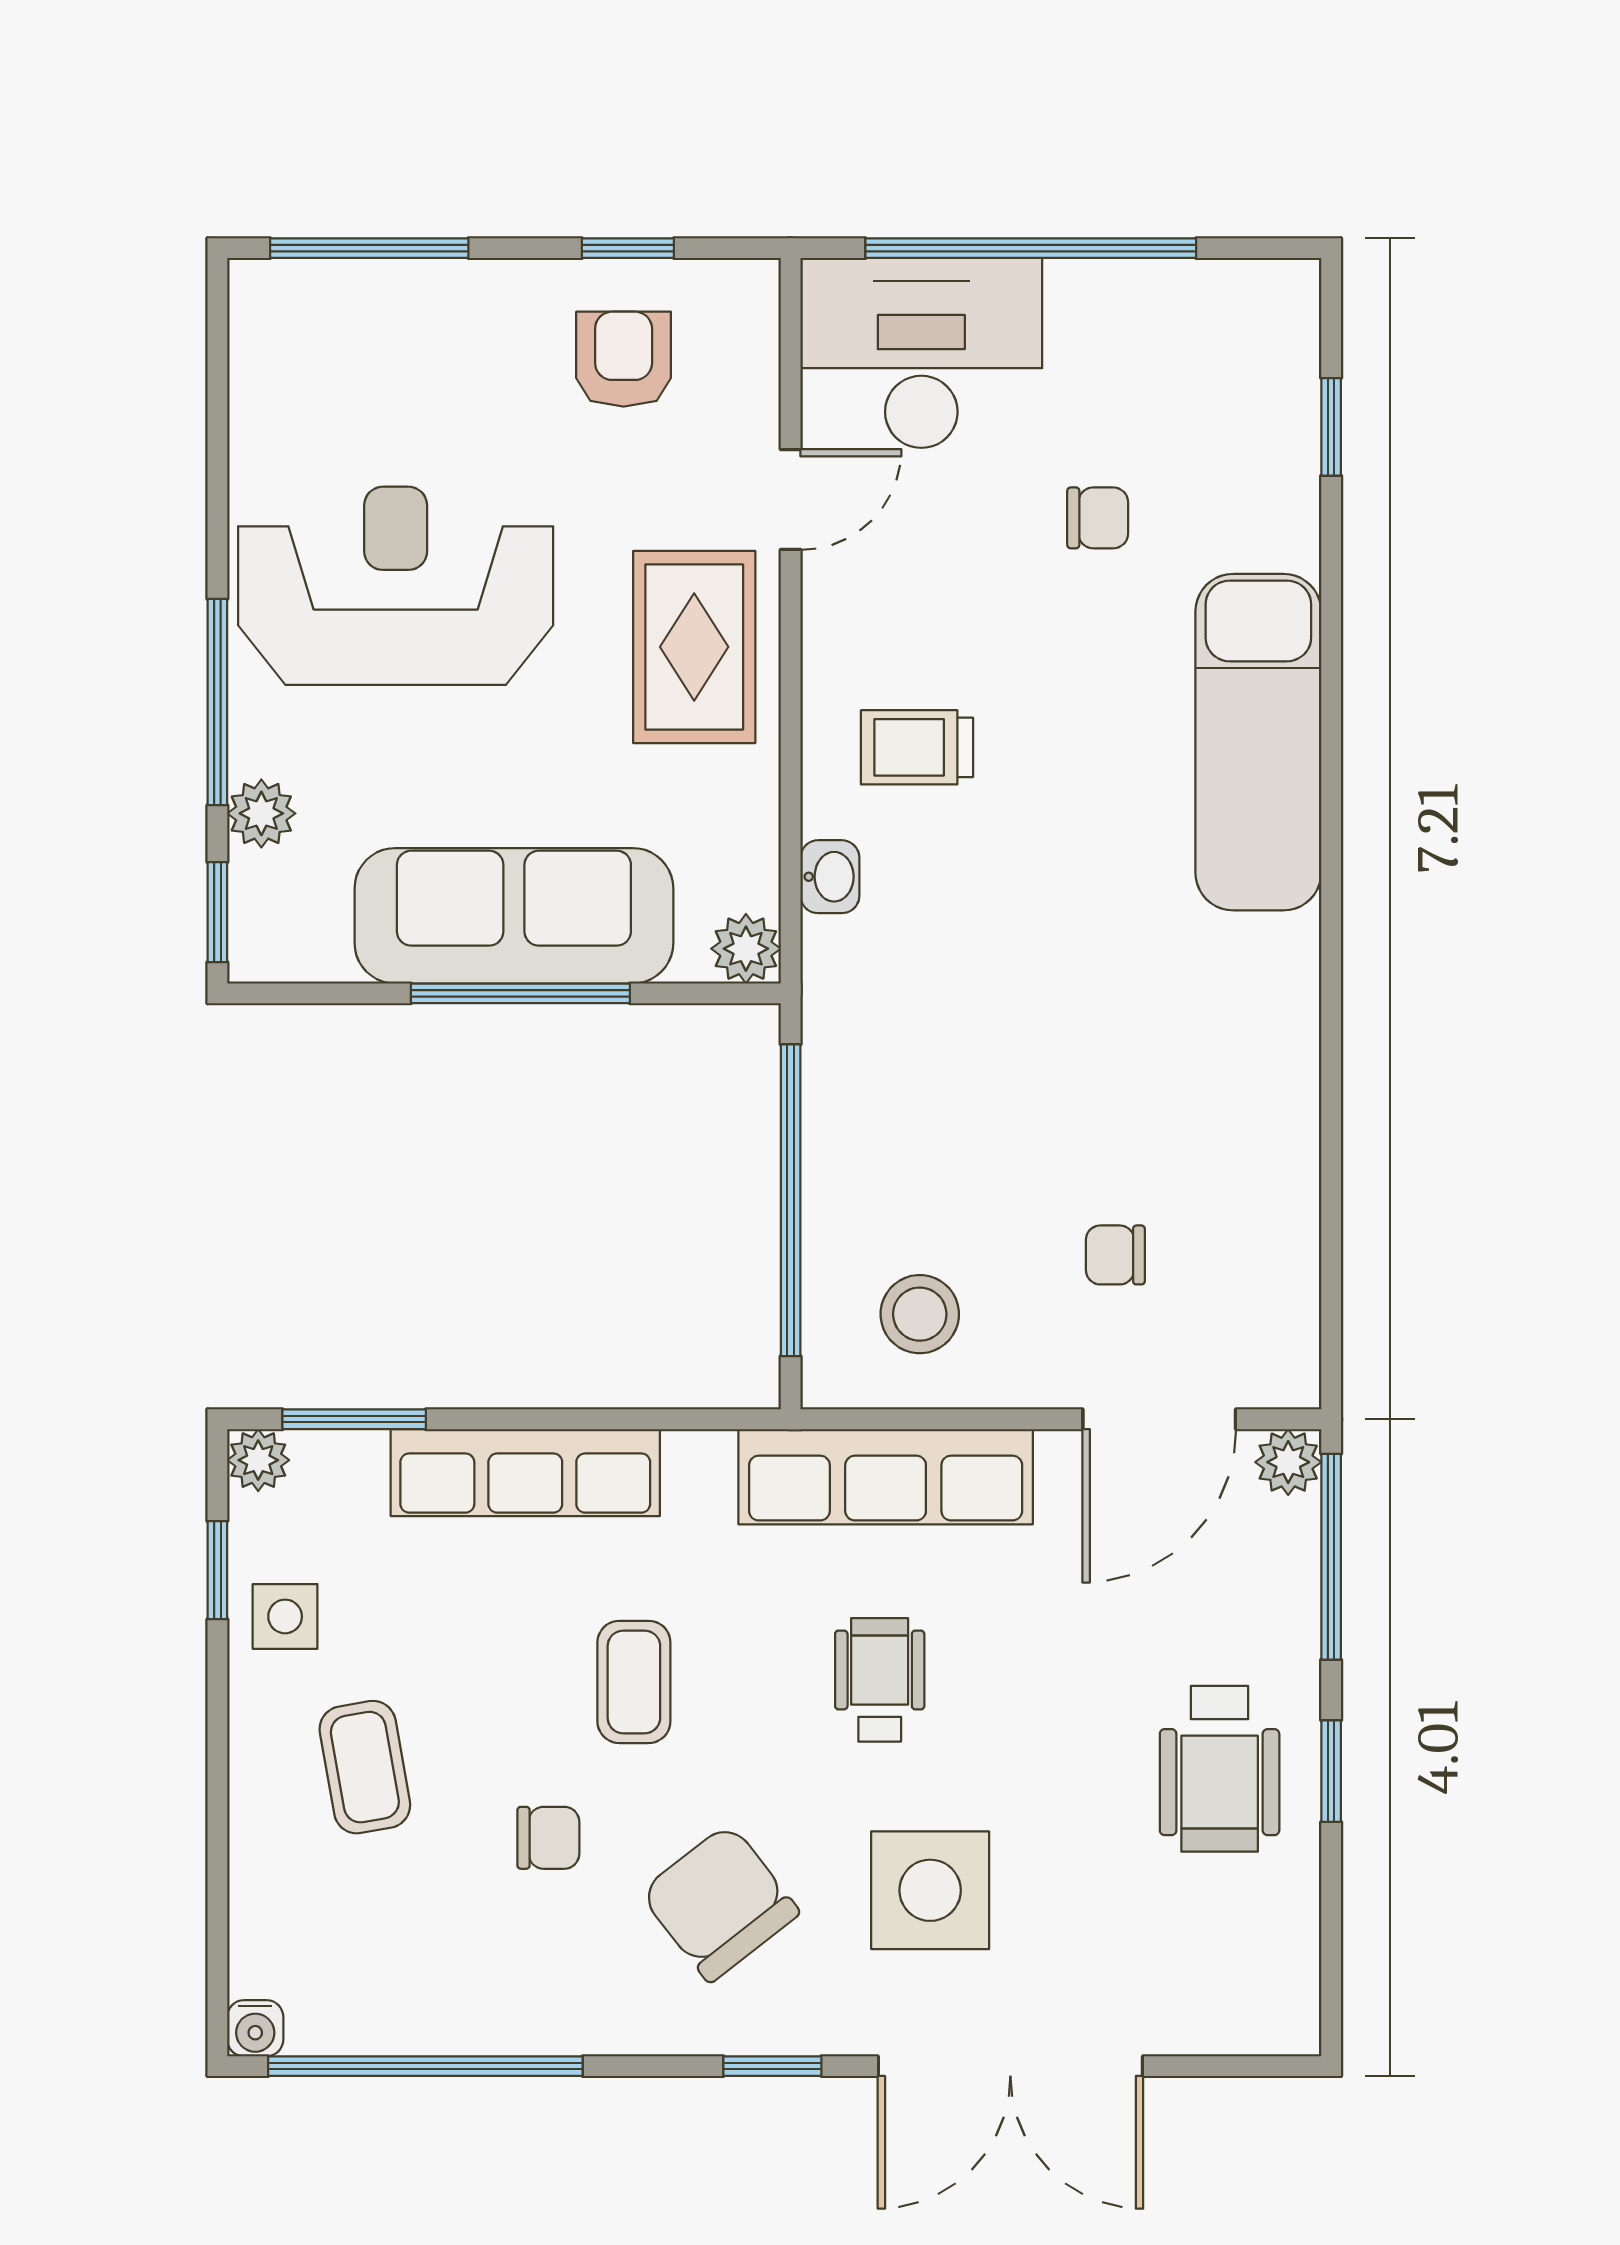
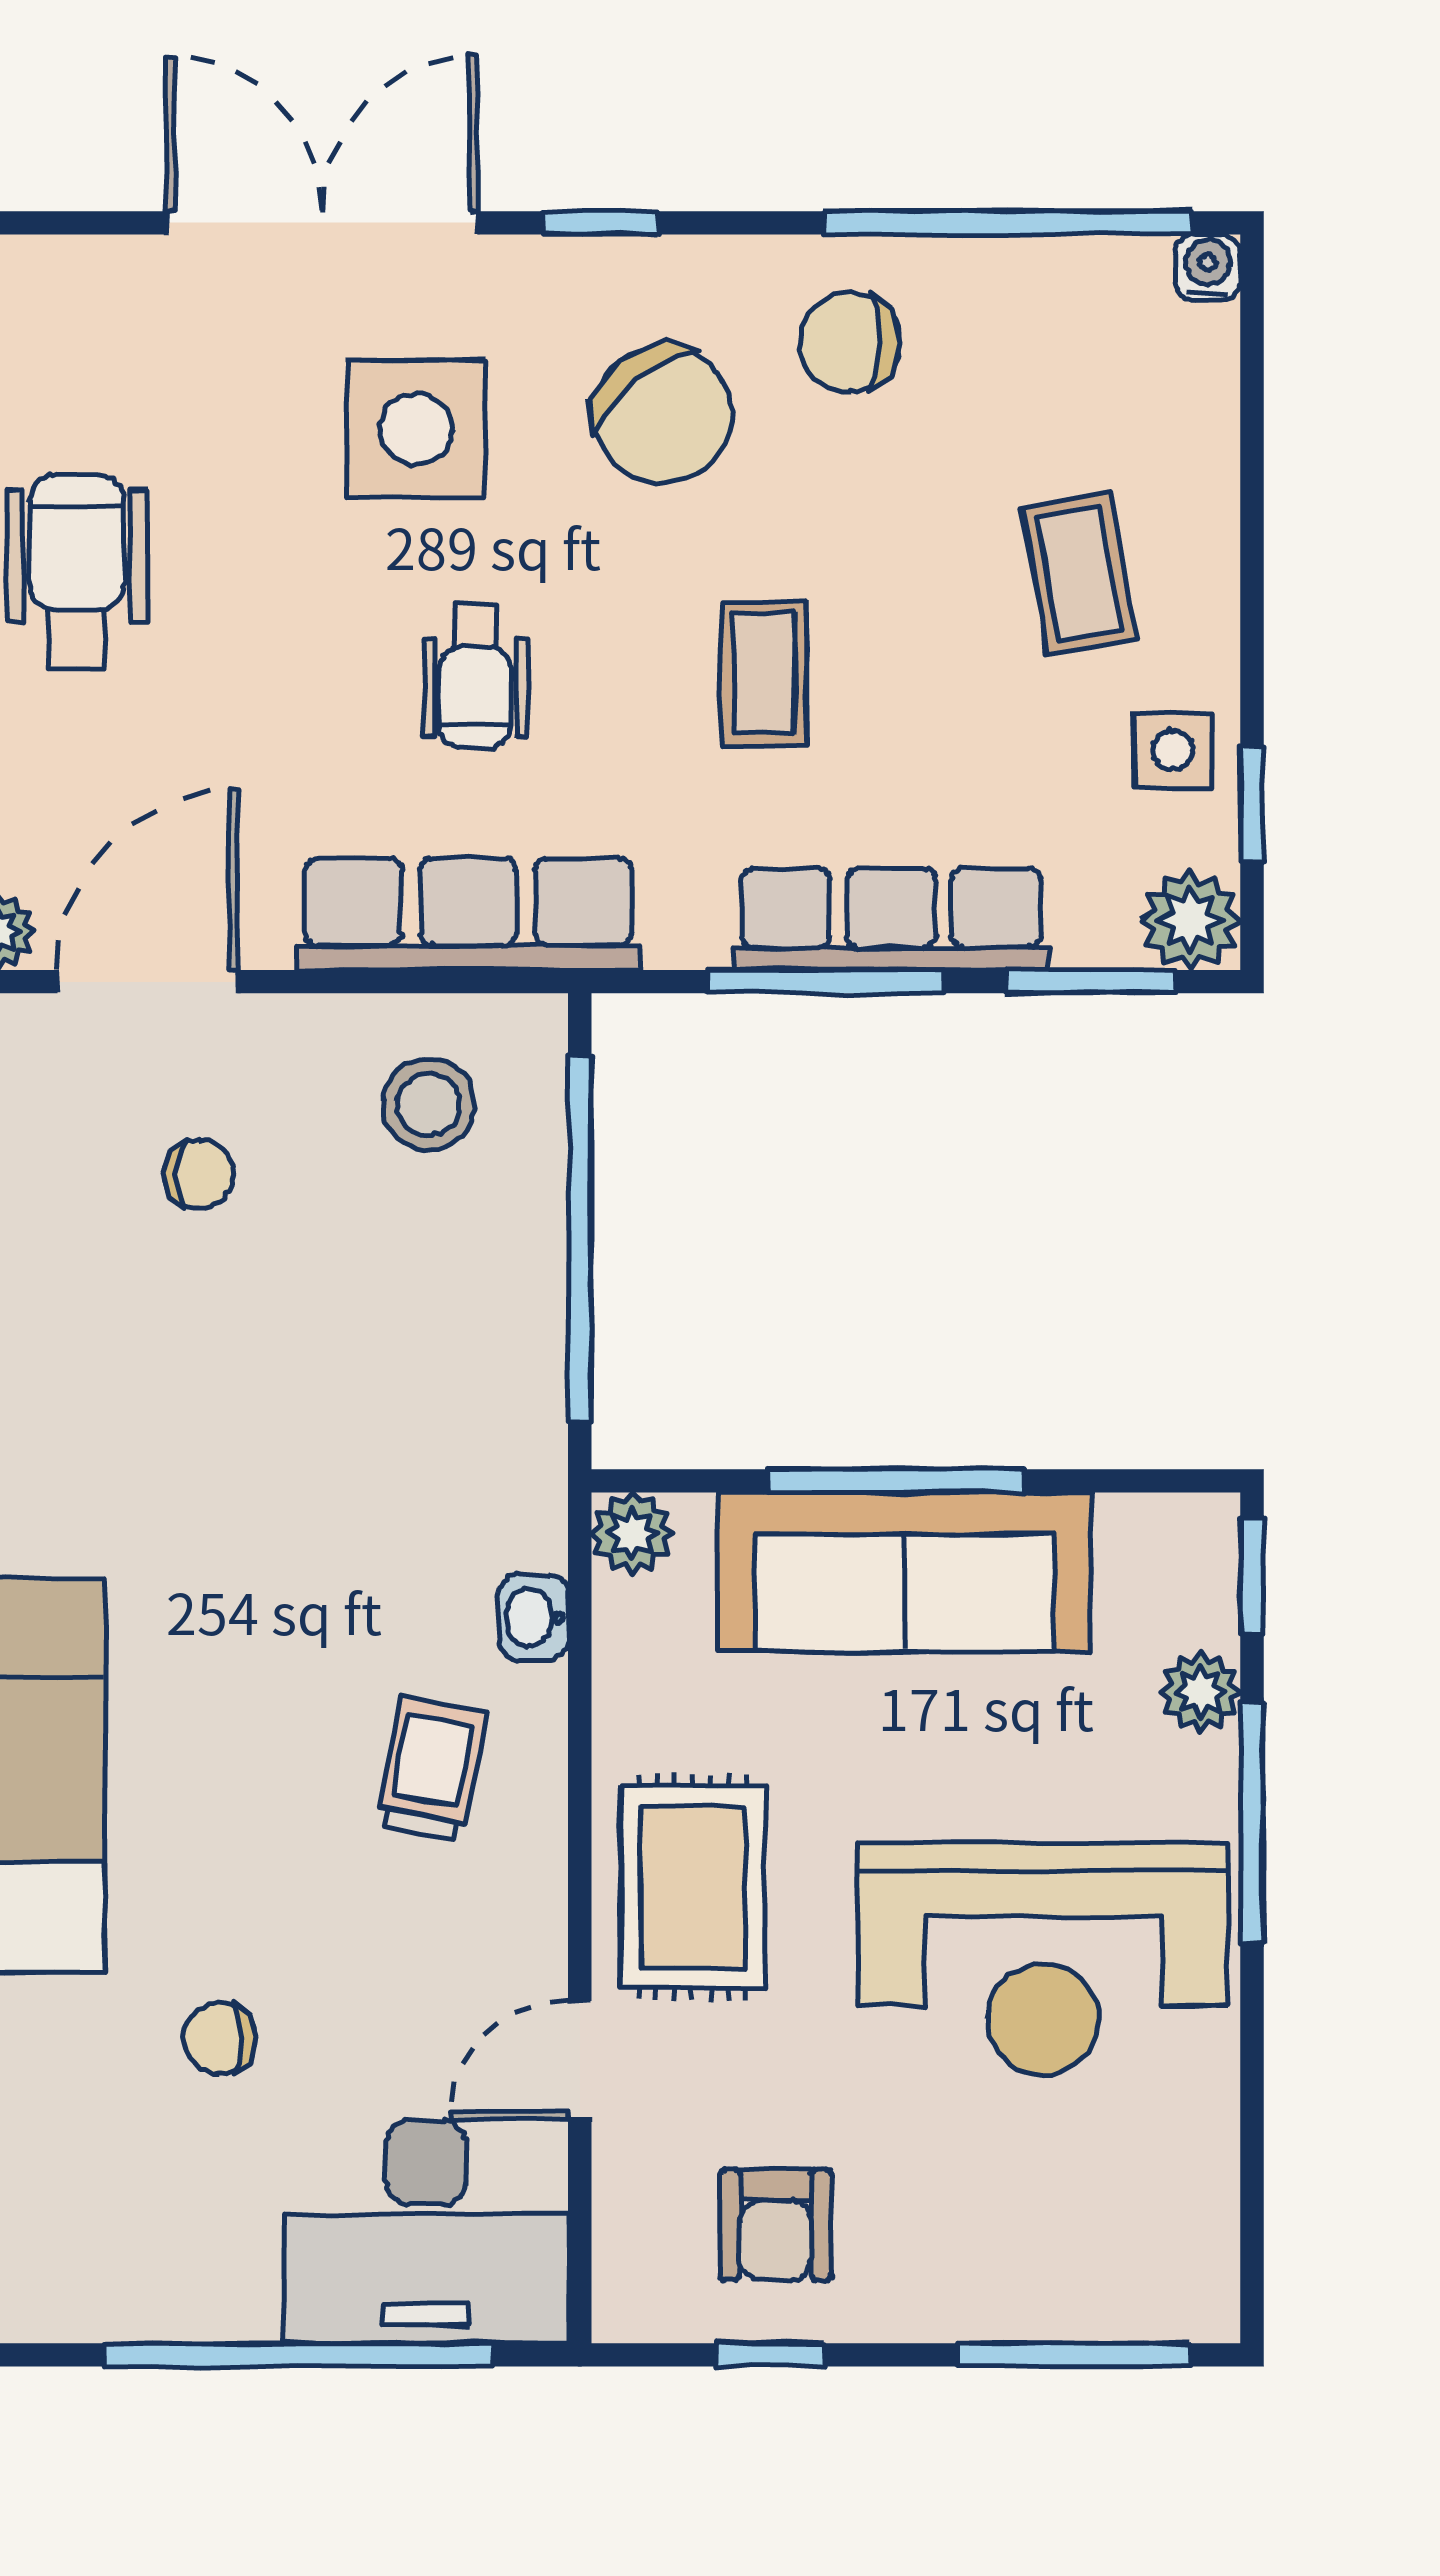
trolley: (917, 747) -> (432, 1769), turned -79
window: (581, 1419) -> (826, 982), added
plant: (258, 1460) -> (1190, 920), width x1.38, depth x1.38
chair: (548, 1838) -> (850, 342), moved, width x1.37, depth x1.37

